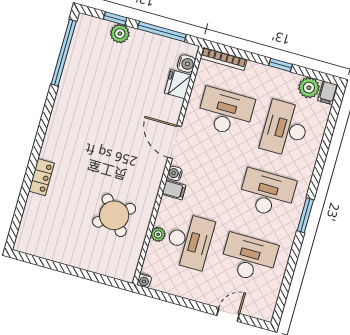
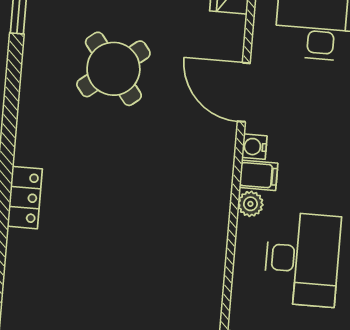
round table: (114, 215) -> (113, 69), moved
plant: (158, 234) -> (250, 204), moved

